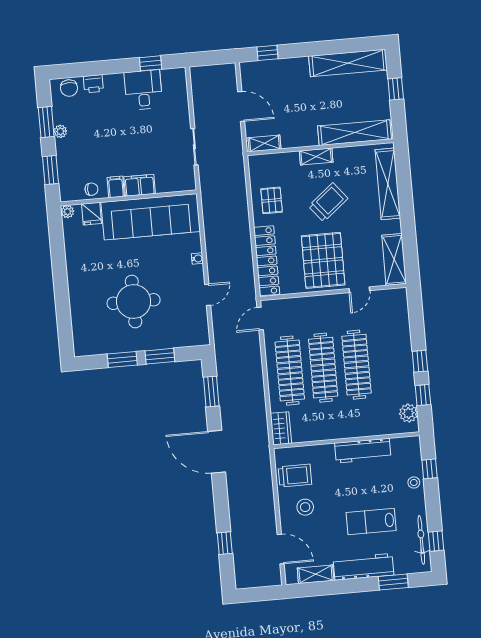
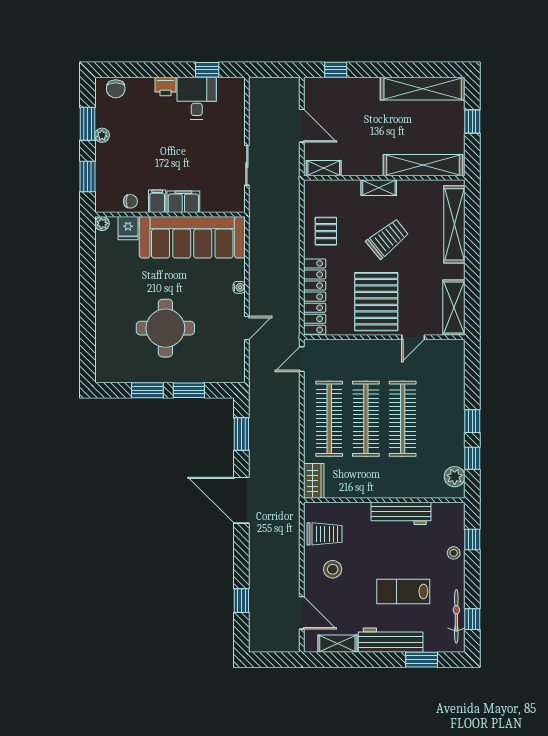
printer: (93, 84) -> (165, 86), moved

